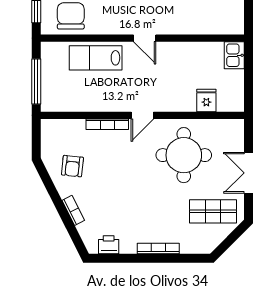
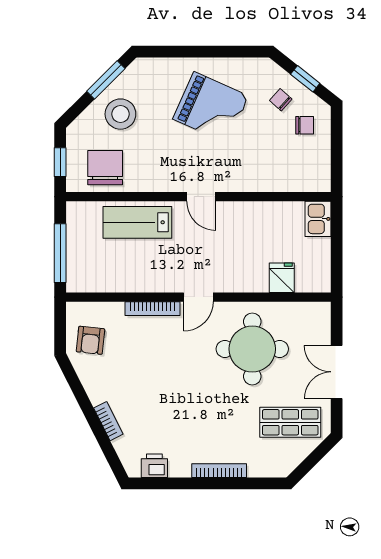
armchair: (72, 166) -> (90, 340), moved

